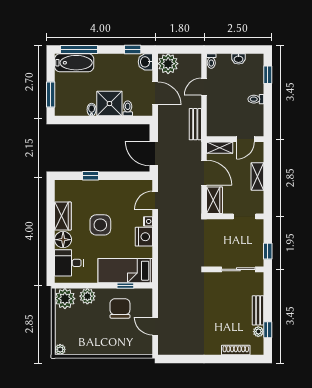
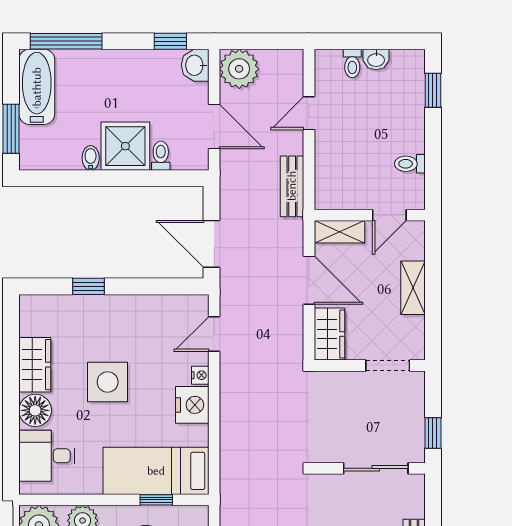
toilet: (211, 61) -> (352, 63), moved
bathtub: (74, 63) -> (37, 87), moved, turned -90
toilet: (256, 99) -> (410, 164), moved

